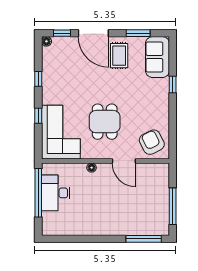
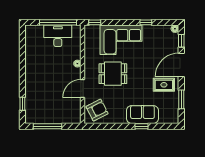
sofa: (157, 57) -> (142, 114), moved
window: (38, 116) -> (95, 22), moved
corner sofa: (61, 132) -> (121, 40), moved
window: (144, 239) -> (22, 104), width x0.46

